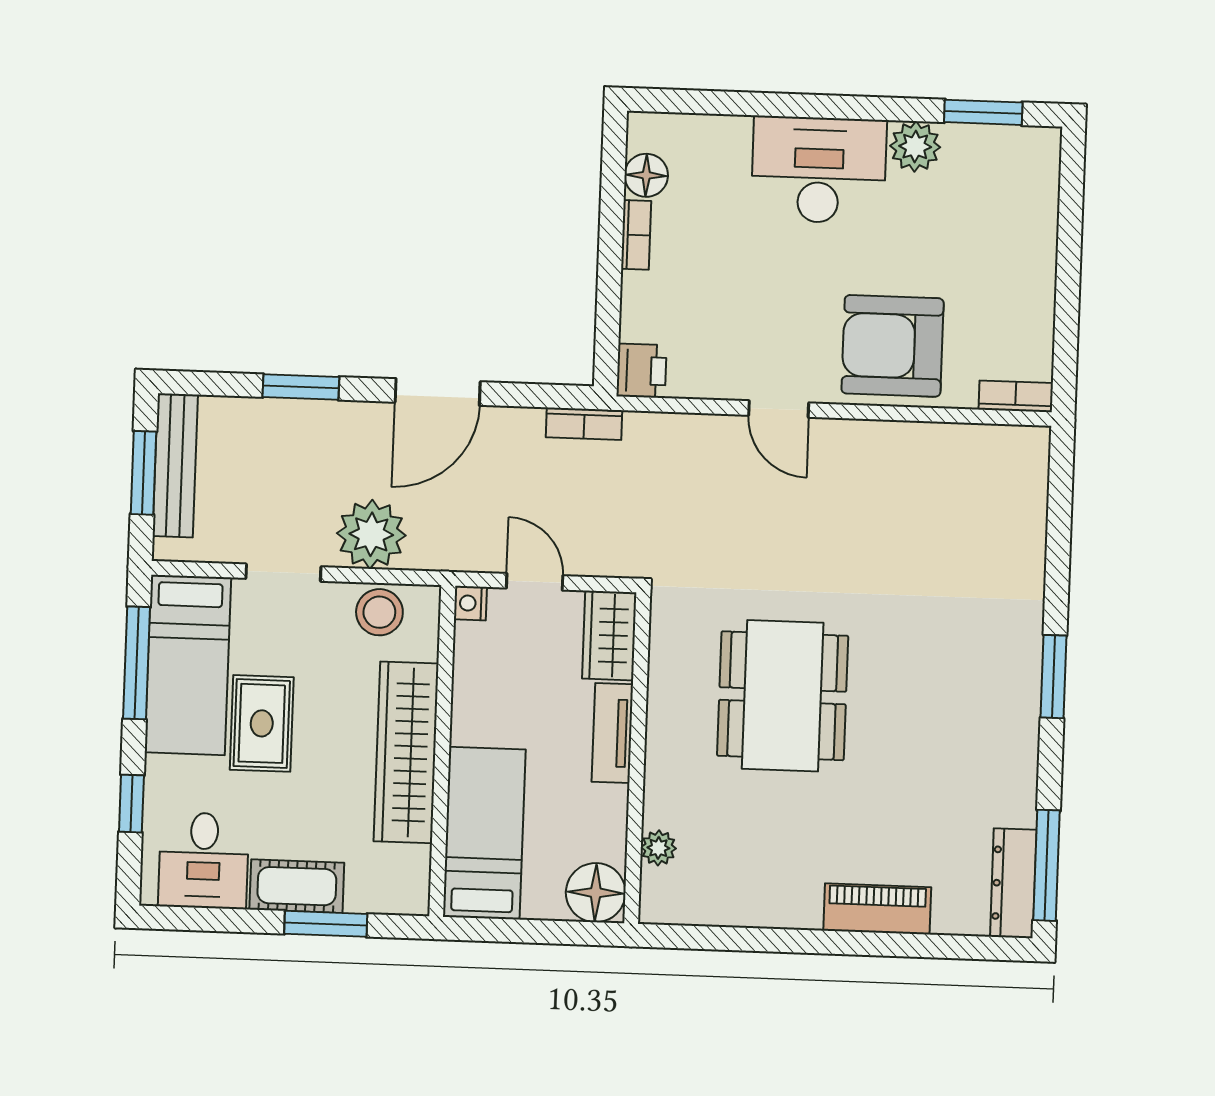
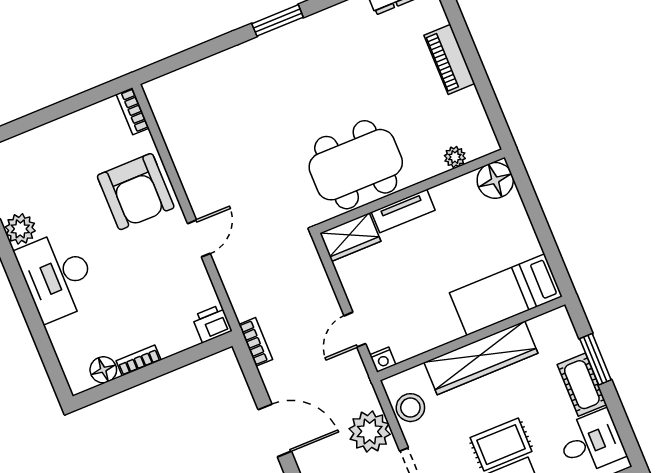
wardrobe: (609, 636) -> (350, 237), moved
tv unit: (612, 733) -> (403, 211), moved
wall: (637, 758) -> (411, 191), moved
plant: (658, 848) -> (455, 157), moved
floor lamp: (596, 893) -> (495, 180), moved

